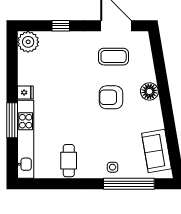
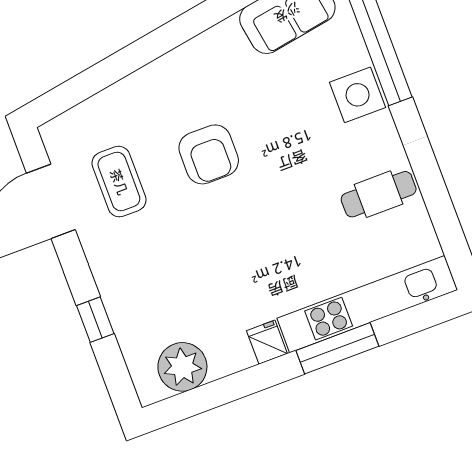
plant: (28, 42) -> (182, 367), moved
floor lamp: (149, 91) -> (165, 76), removed
side table: (113, 167) -> (358, 95), width x1.87, depth x1.87

